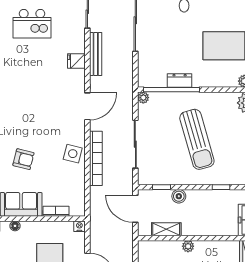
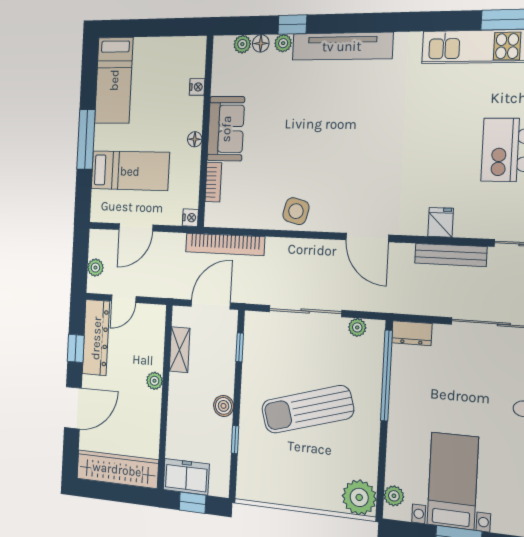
dresser: (180, 81) -> (412, 333), moved, turned 90
plant: (143, 98) -> (357, 327), moved
bookcase: (96, 158) -> (225, 244), moved
armchair: (23, 159) -> (292, 133), removed
boiler: (179, 196) -> (224, 406), moved
floor lamp: (15, 226) -> (195, 139), moved

